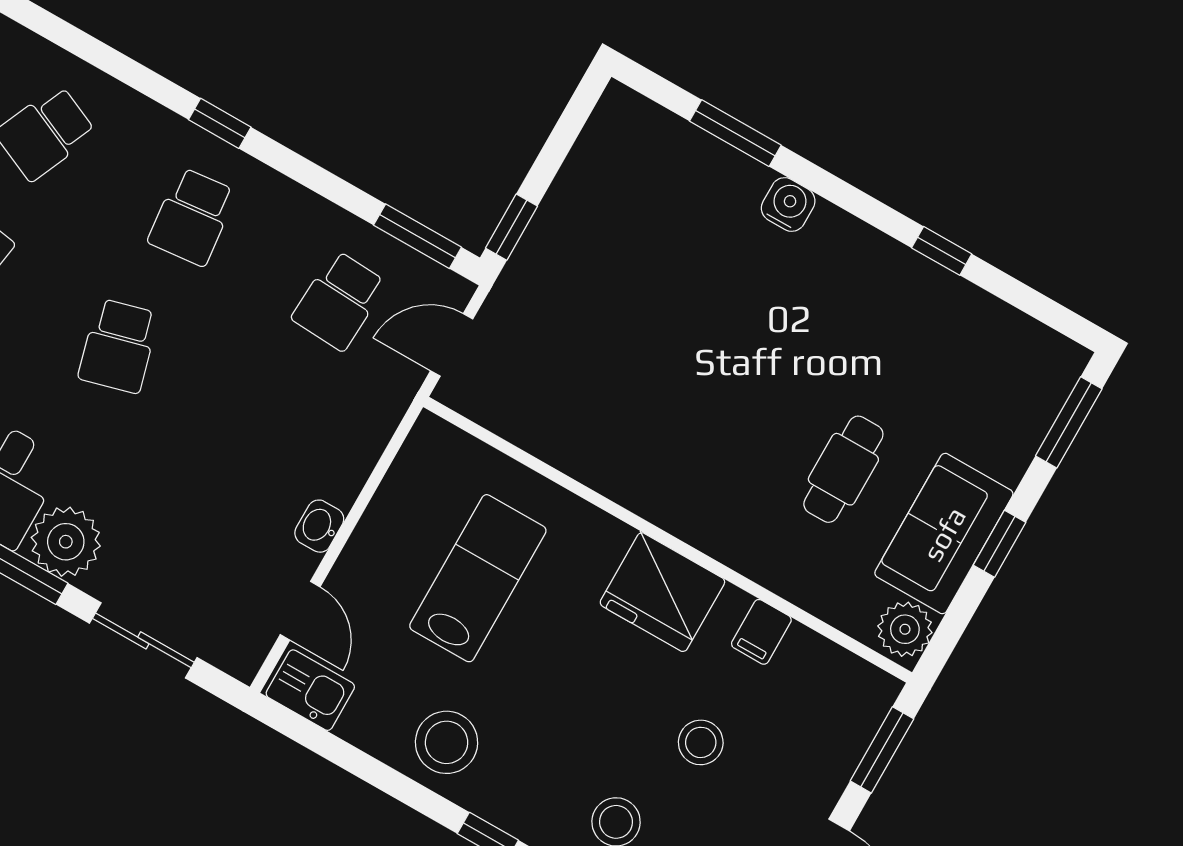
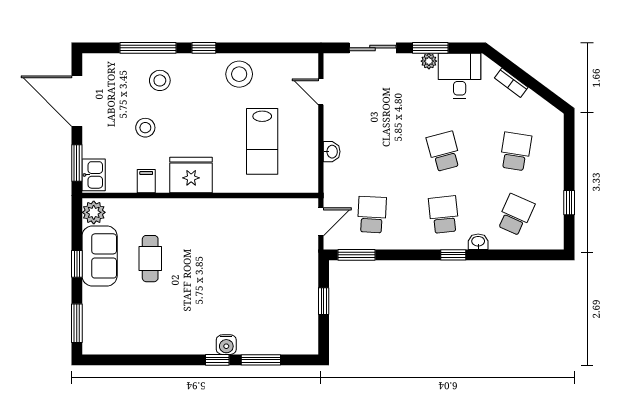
washbasin: (153, 121) -> (478, 242), added
window: (512, 227) -> (324, 301), moved
window: (942, 251) -> (217, 360), moved
washbasin: (319, 526) -> (332, 152), moved
plant: (66, 542) -> (429, 61), width x0.53, depth x0.53
kitchen sink: (310, 690) -> (94, 175), moved, turned -90

